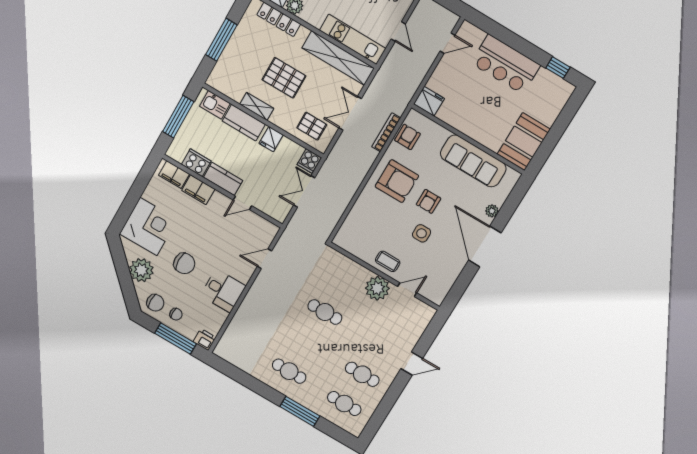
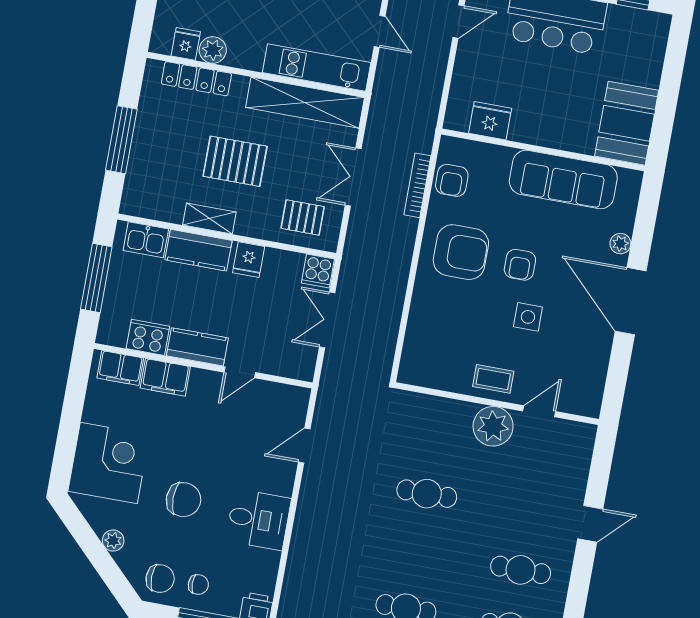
fridge: (429, 101) -> (490, 121), moved
armchair: (407, 137) -> (452, 180), turned 180
plant: (141, 270) -> (113, 541), width x0.53, depth x0.53

